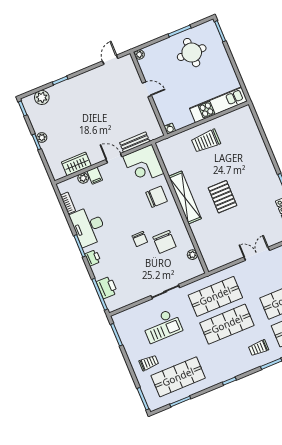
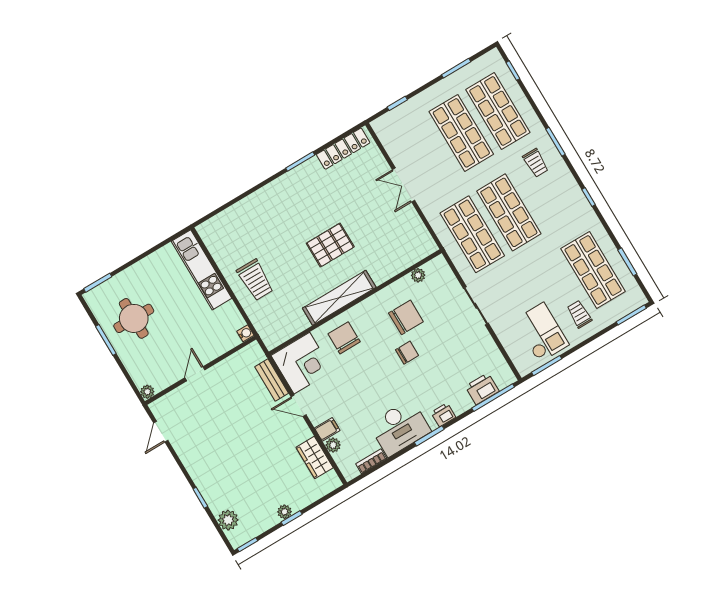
door: (110, 60) -> (161, 432), hinge flipped
door: (114, 158) -> (299, 406), hinge flipped
checkout: (162, 326) -> (541, 332), moved

